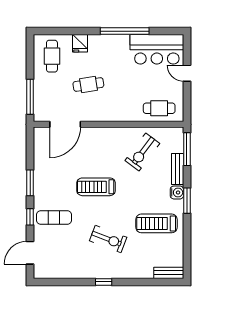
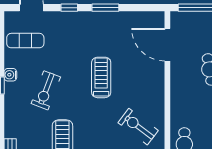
exercise mat: (54, 217) -> (25, 41), moved, turned 90
water cooler: (93, 273) -> (10, 75), added

